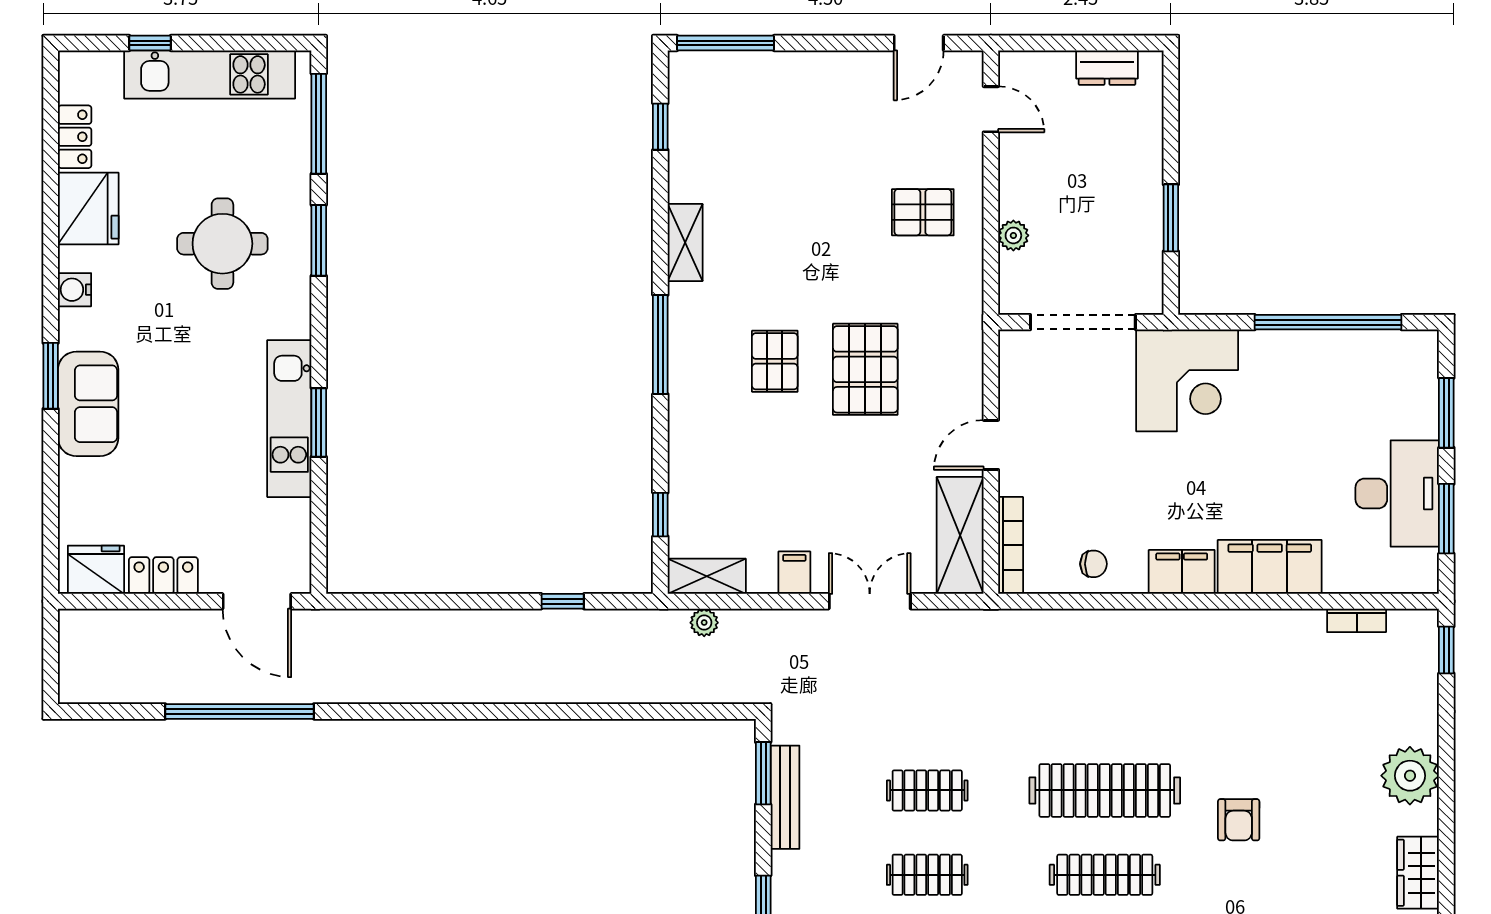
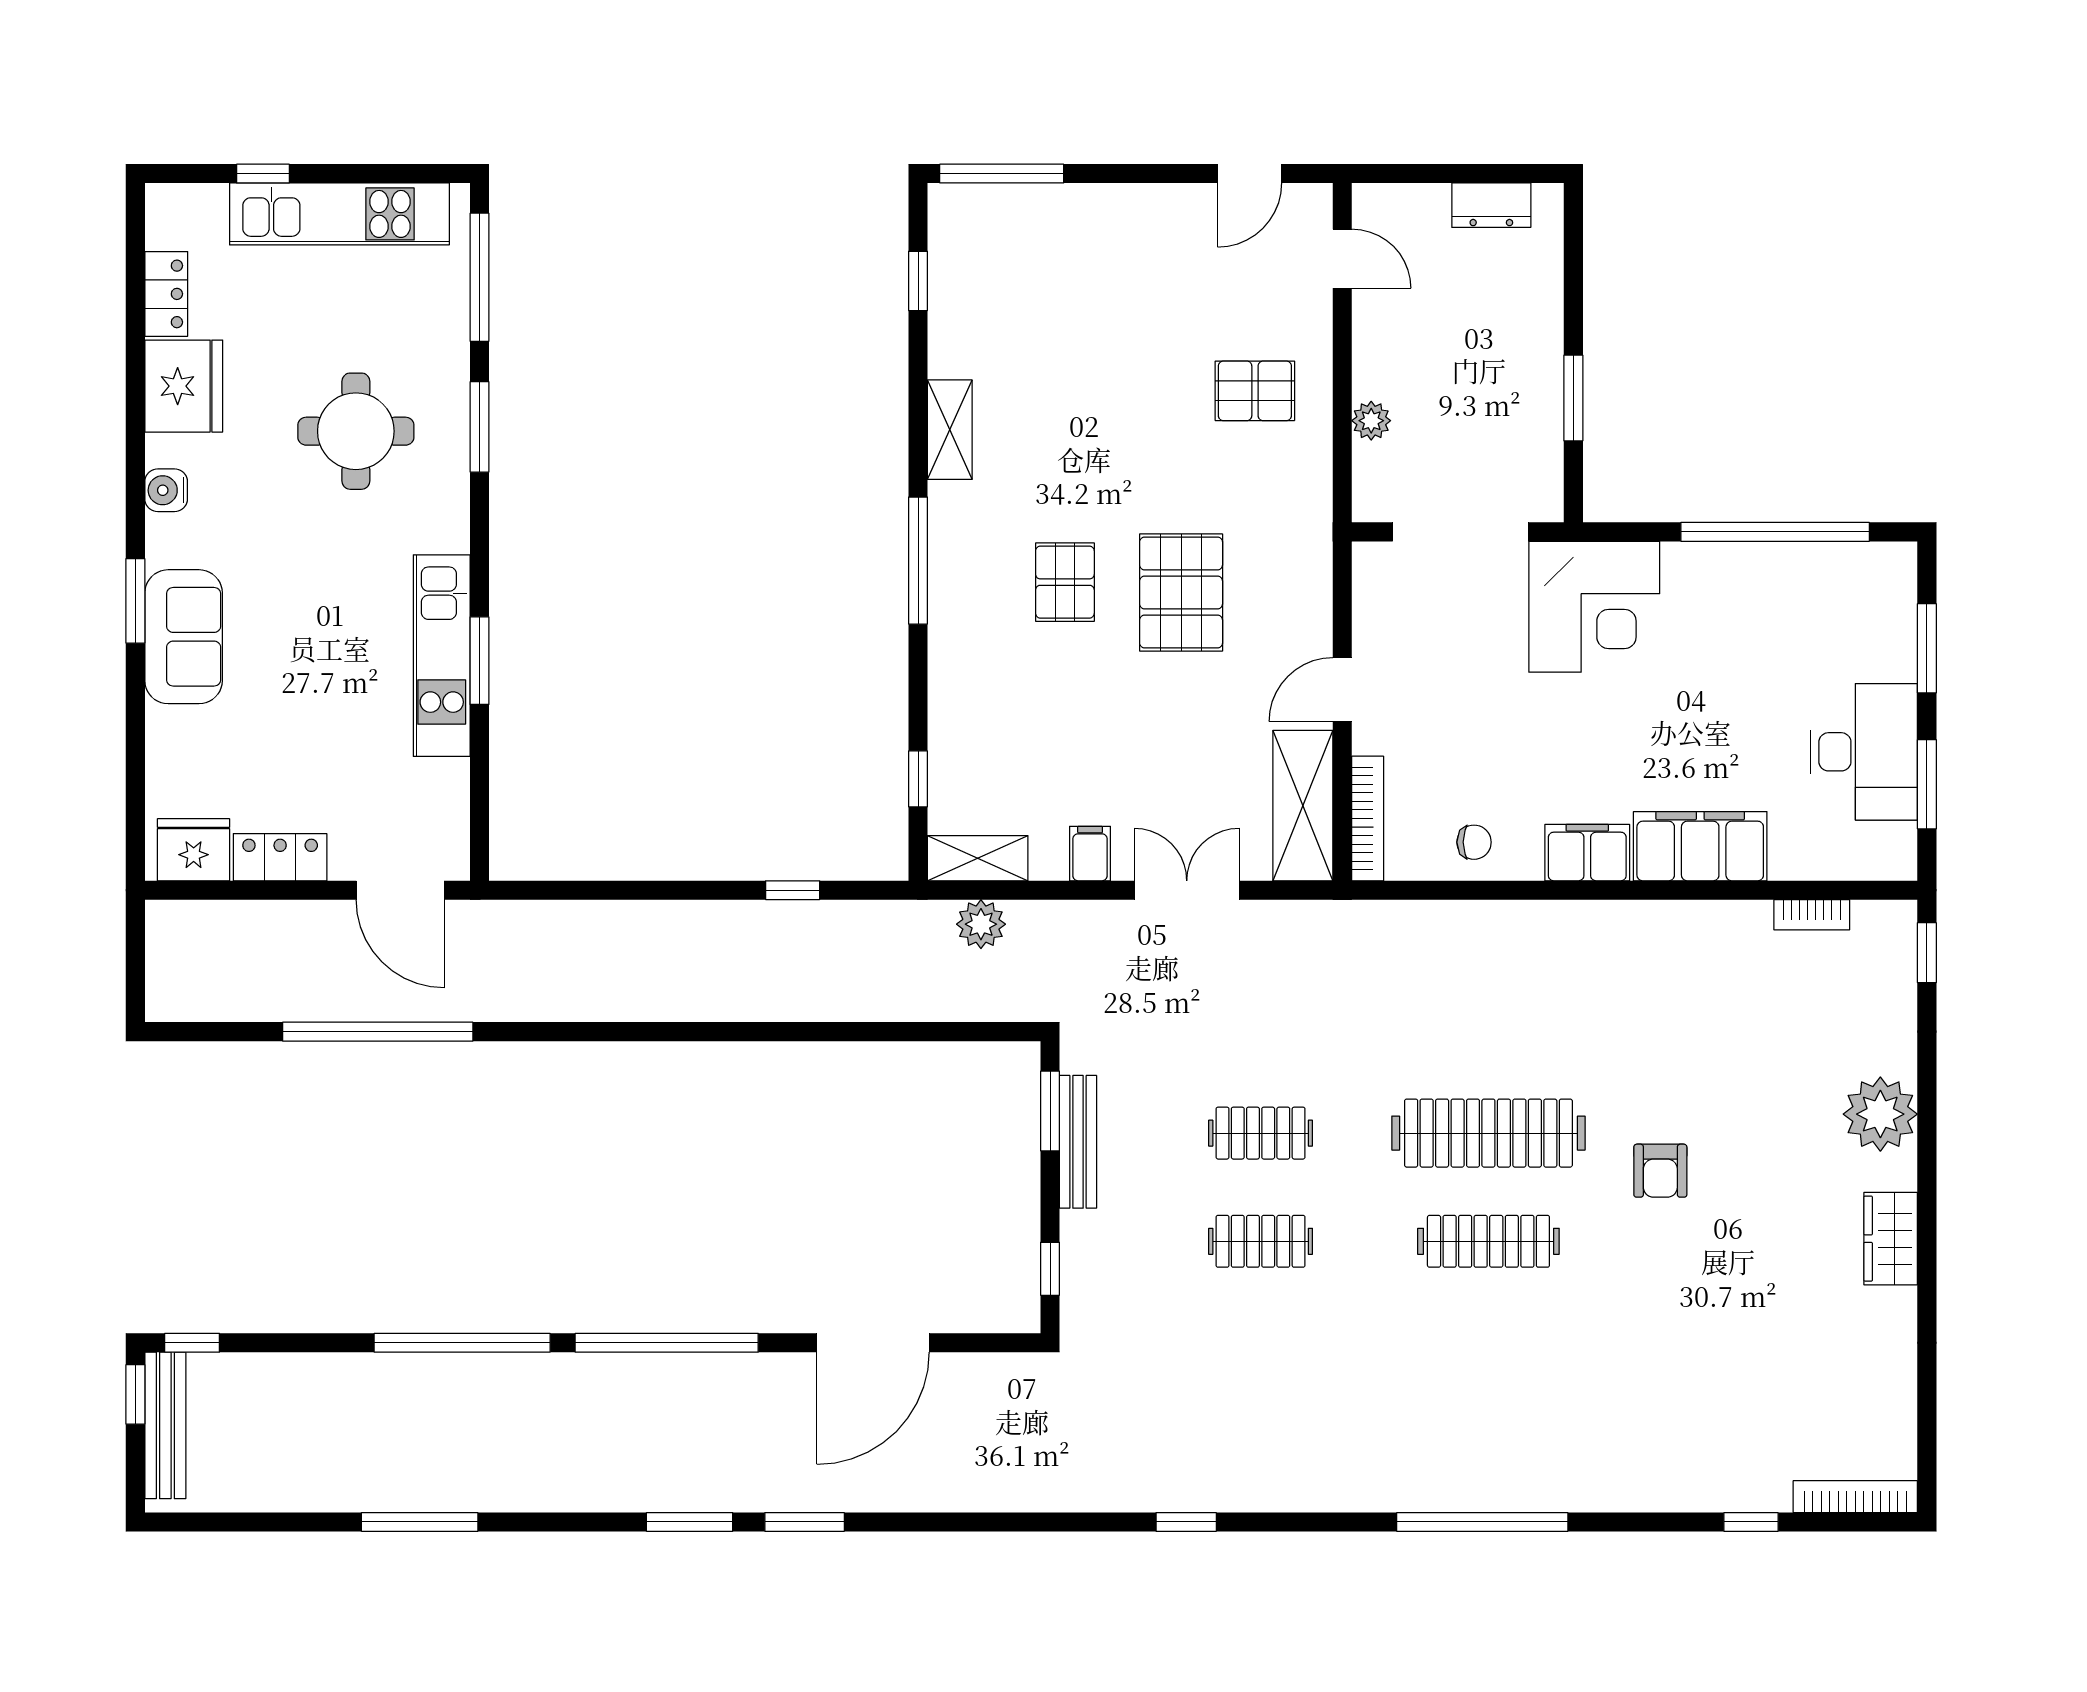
plant: (704, 623) -> (981, 924), width x1.38, depth x1.38

